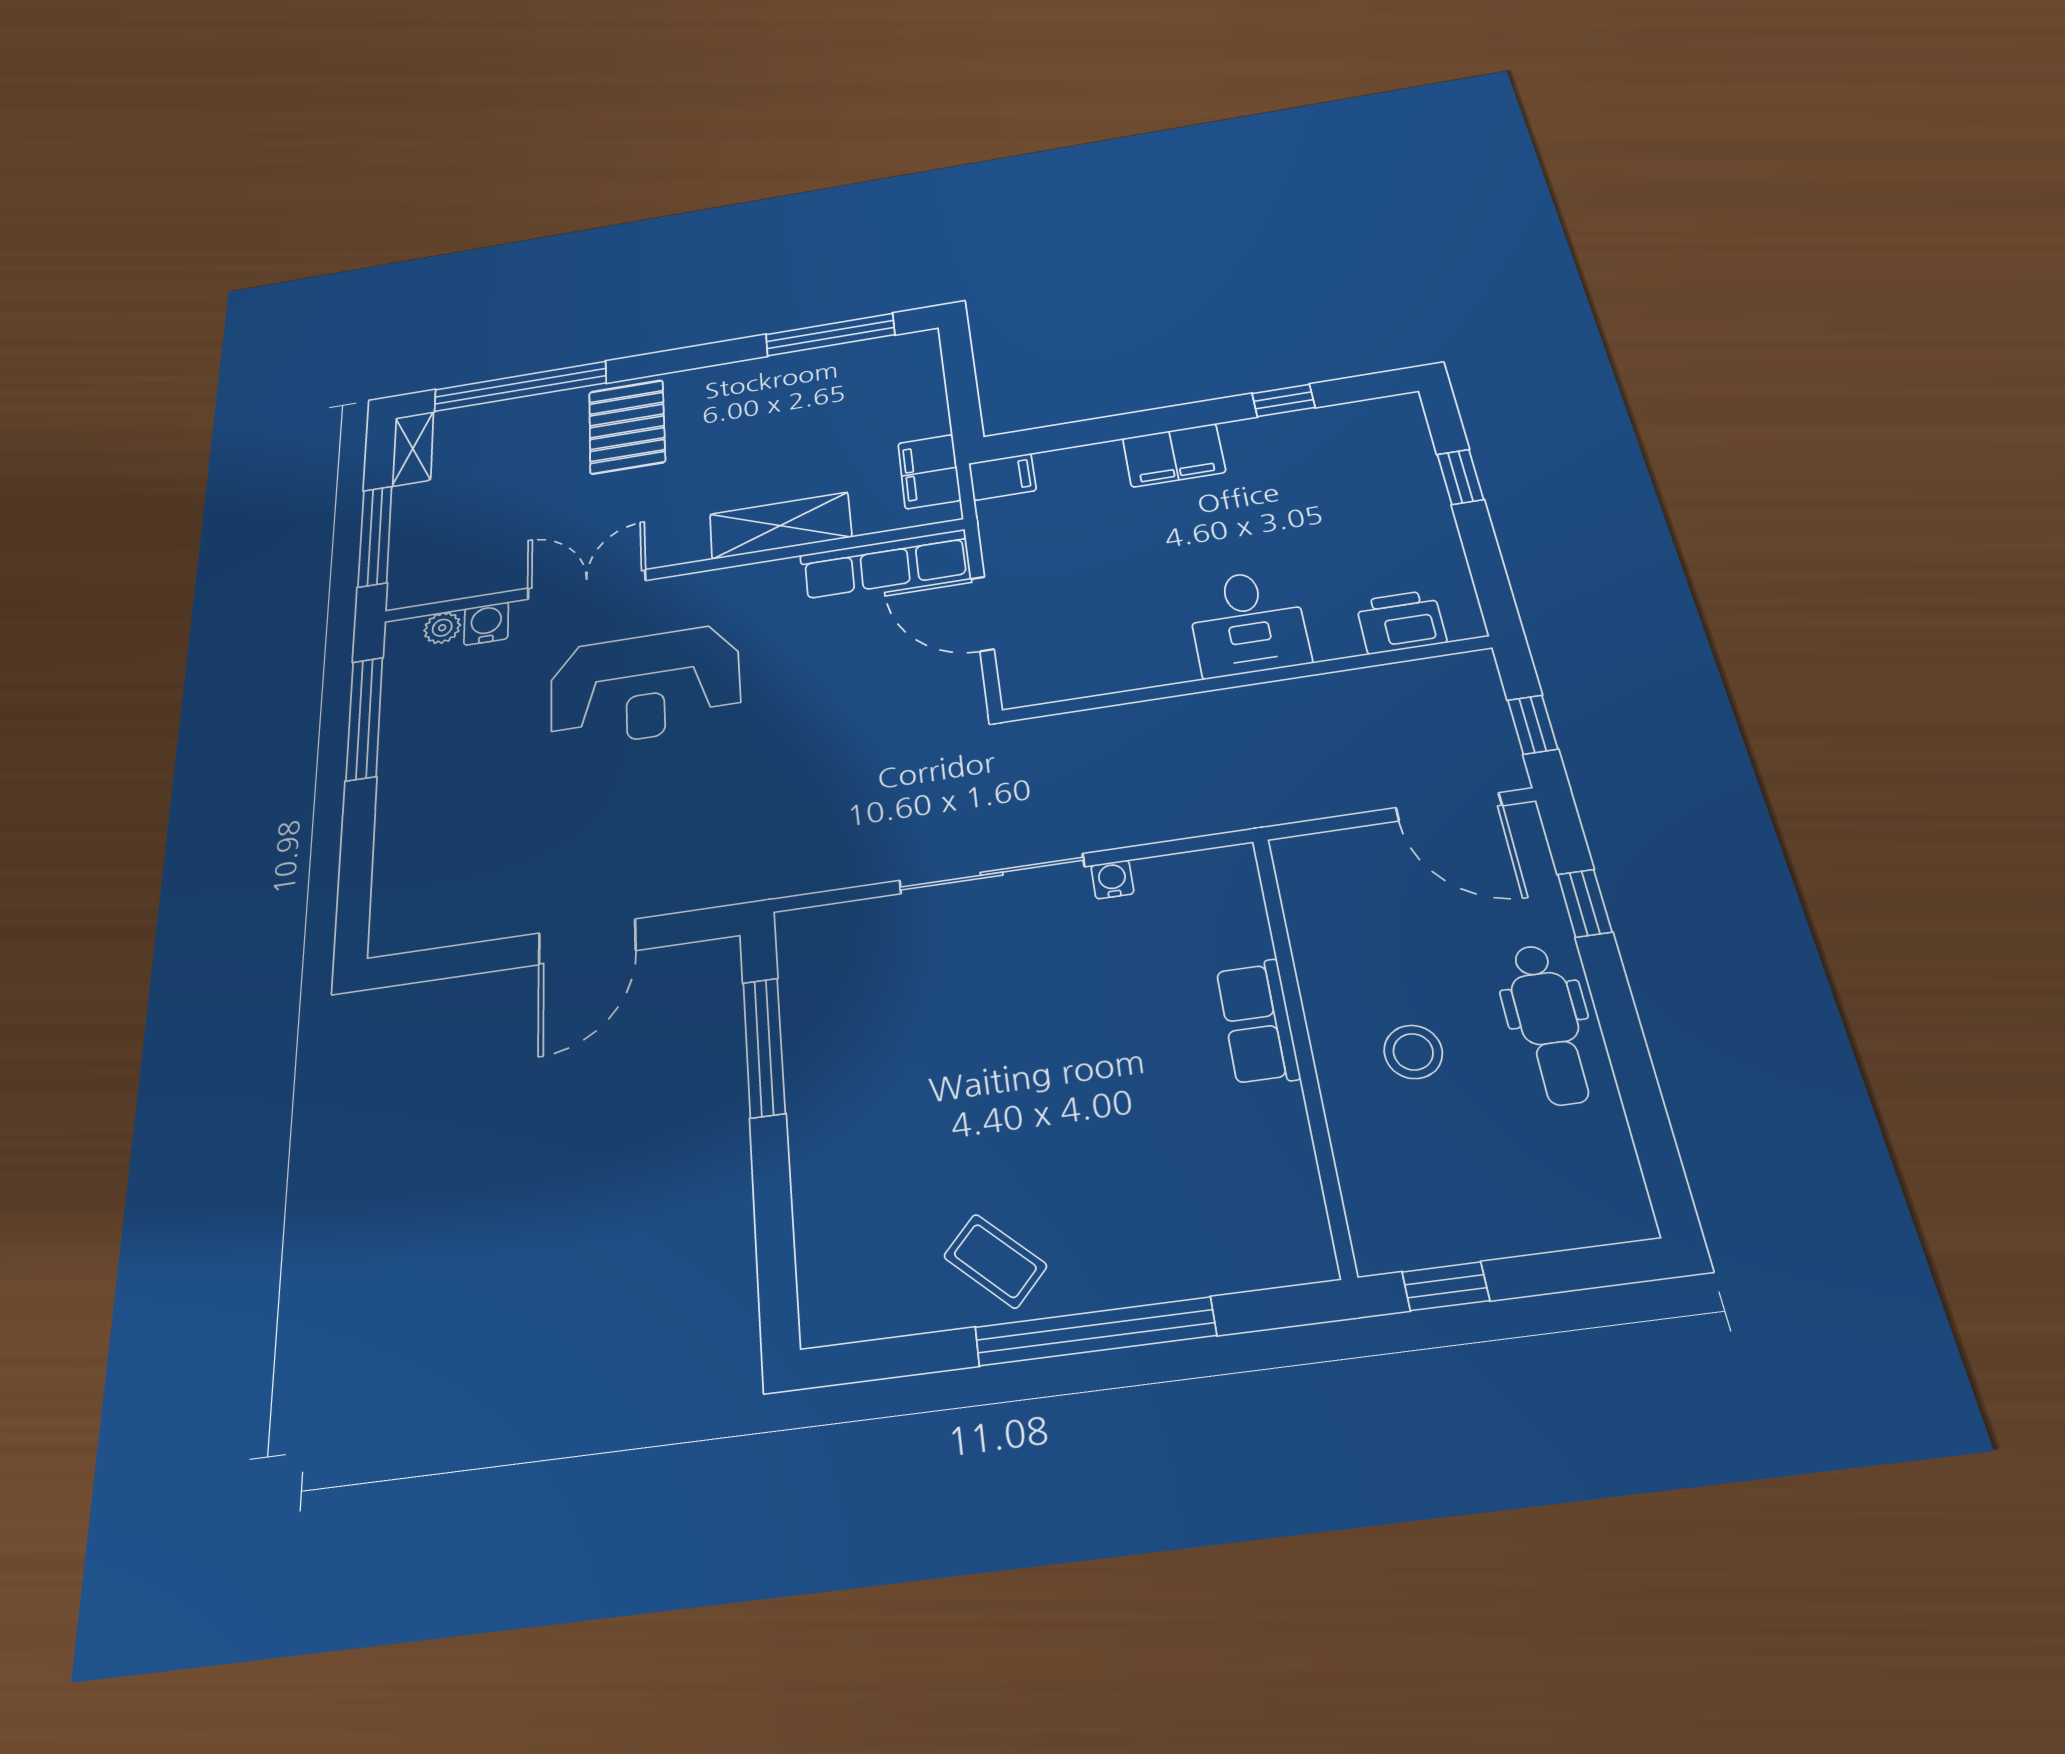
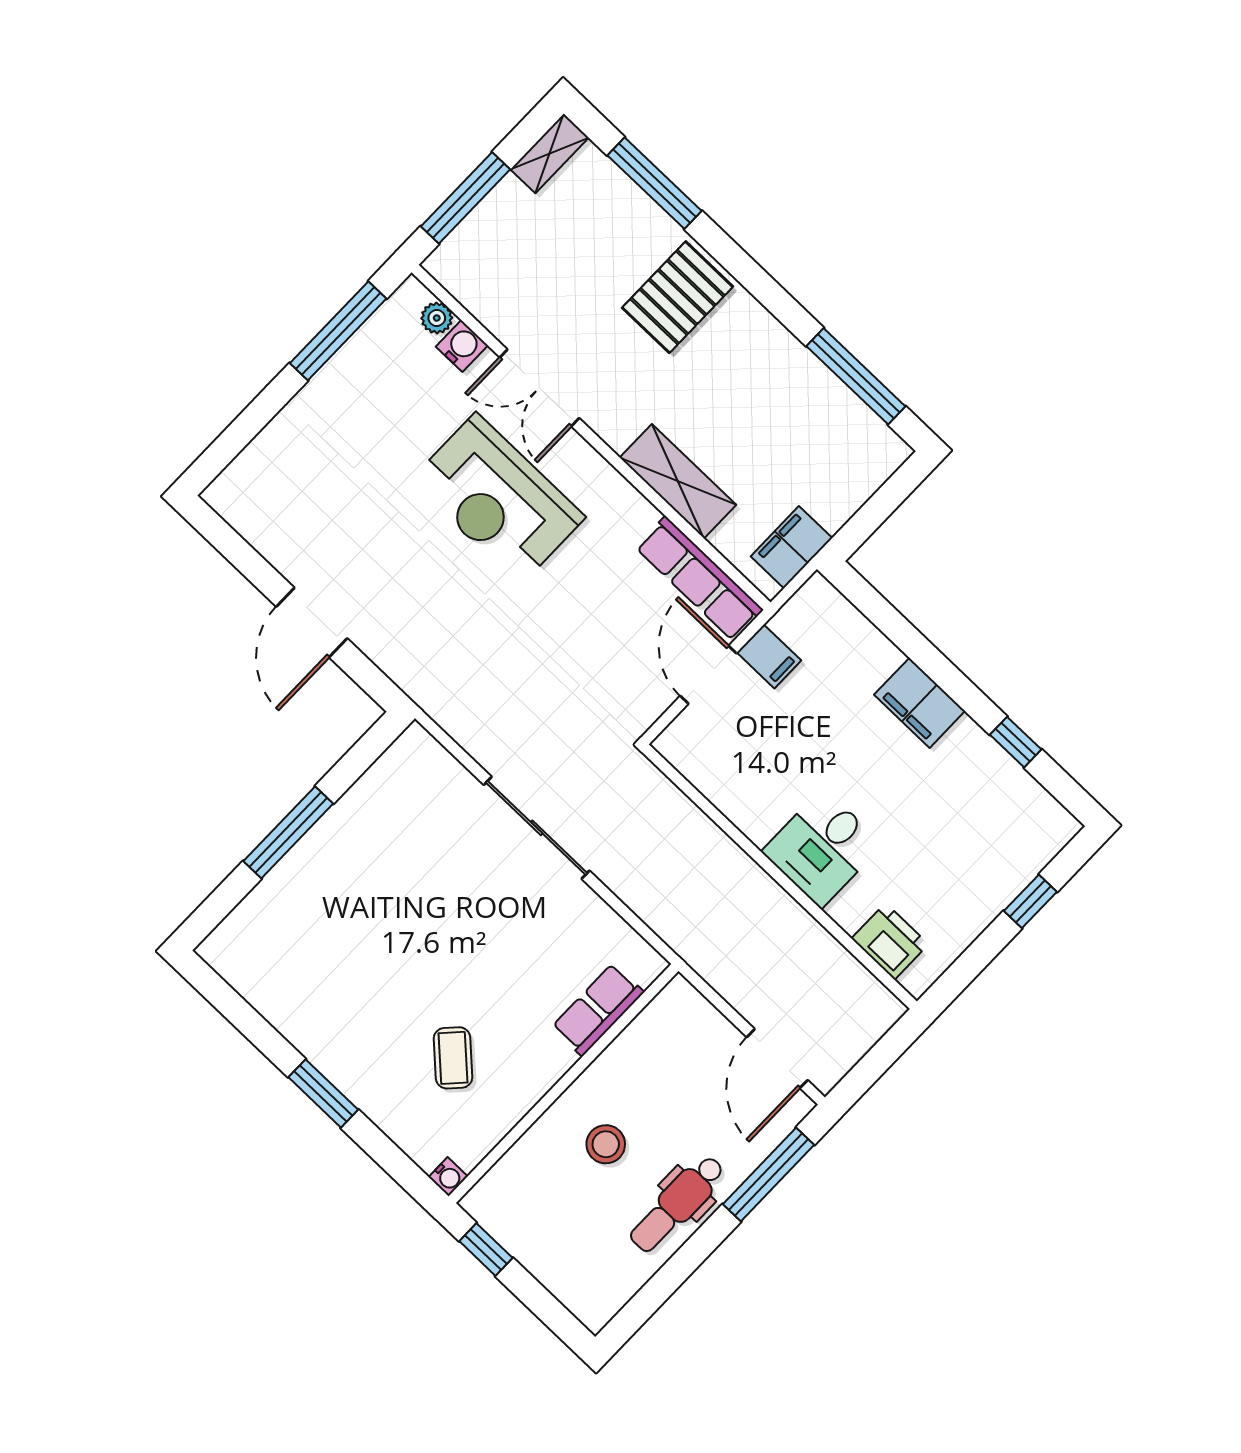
window: (520, 386) -> (654, 183), width x0.68
filing cabinet: (1002, 477) -> (769, 656), moved
double door: (587, 584) -> (539, 388), swing flipped
window: (1533, 725) -> (870, 1069), removed
water cooler: (1112, 879) -> (448, 1177), moved, turned 90
window: (1585, 903) -> (768, 1174), width x2.17
door: (587, 942) -> (312, 622), hinge flipped
row of seats: (1258, 1022) -> (598, 1010), moved
window: (764, 1047) -> (288, 832), moved
coffee table: (995, 1261) -> (453, 1058), moved
window: (1095, 1331) -> (323, 1093), width x0.47

